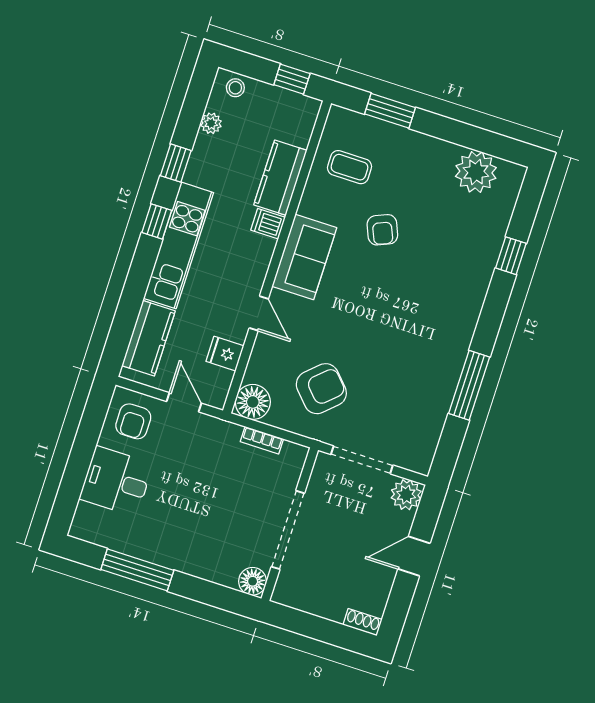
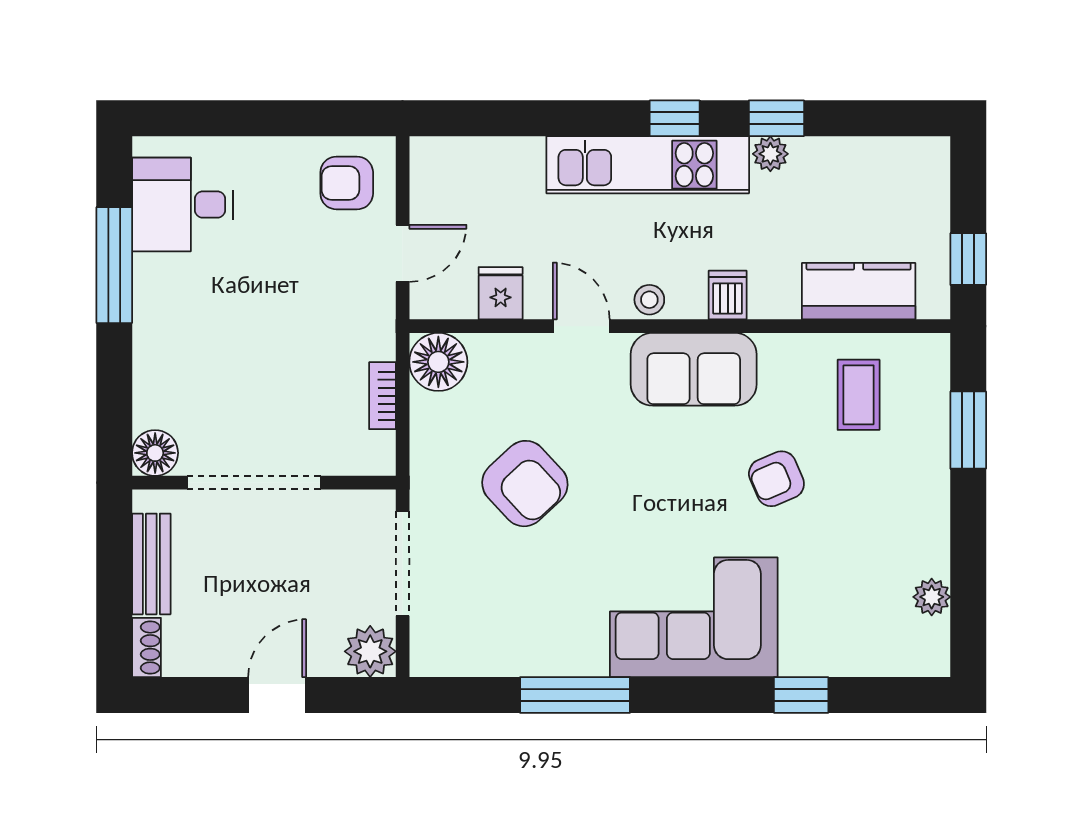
stool: (235, 88) -> (649, 300), moved
plant: (211, 123) -> (770, 154), moved
plant: (476, 172) -> (932, 597), width x0.53, depth x0.53
kitchen counter: (280, 178) -> (859, 291), moved
corner sofa: (447, 303) -> (694, 617), added
door: (259, 313) -> (581, 326), swing flipped
kitchen counter: (148, 338) -> (486, 165), removed
armchair: (321, 389) -> (525, 484), moved
desk: (116, 481) -> (183, 205), moved, turned -90
door: (414, 556) -> (277, 695), hinge flipped
bench: (315, 604) -> (151, 564), added

